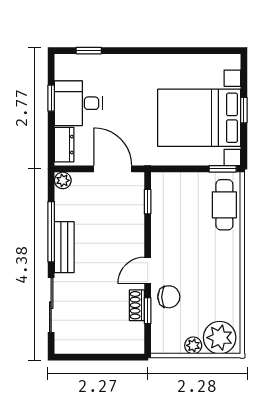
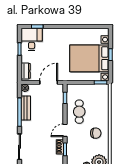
desk: (79, 103) -> (32, 39), moved, turned 90
door: (113, 169) -> (49, 82), hinge flipped
cafe table: (224, 205) -> (79, 112), moved
bench: (64, 247) -> (26, 108), moved
chair: (169, 297) -> (96, 133), moved

